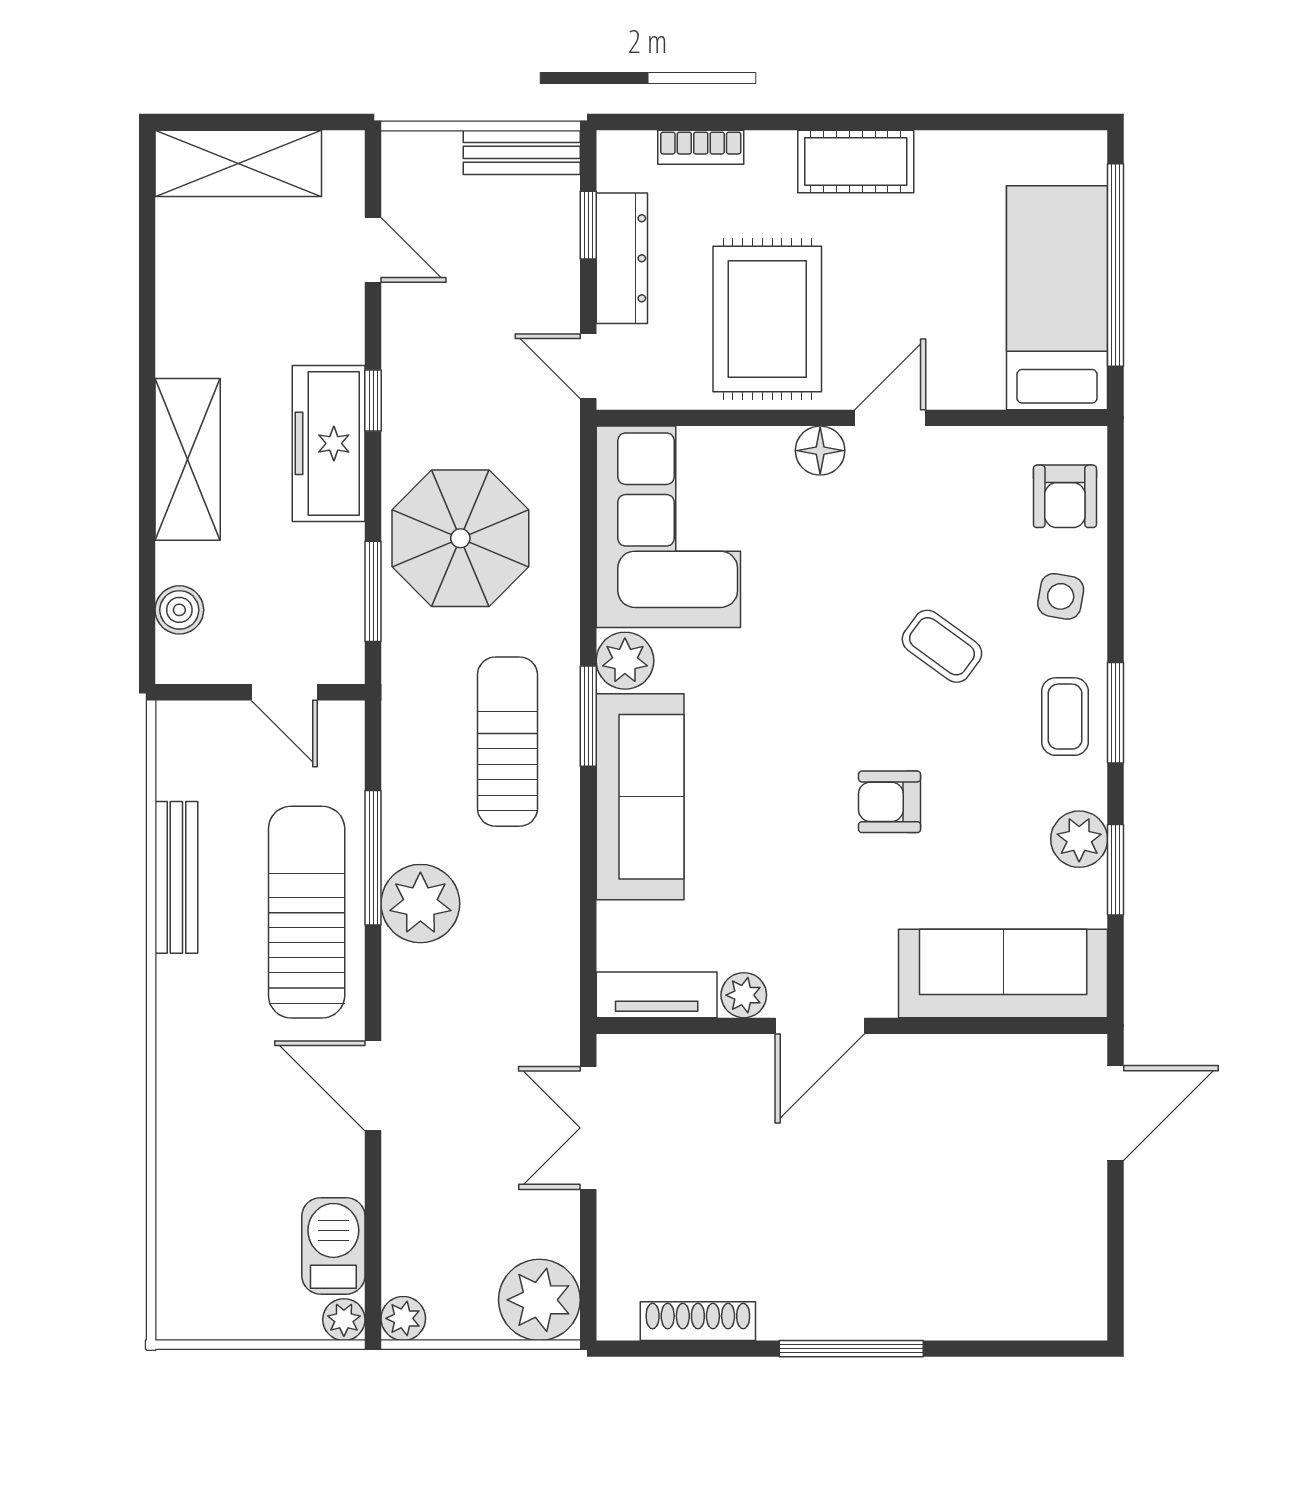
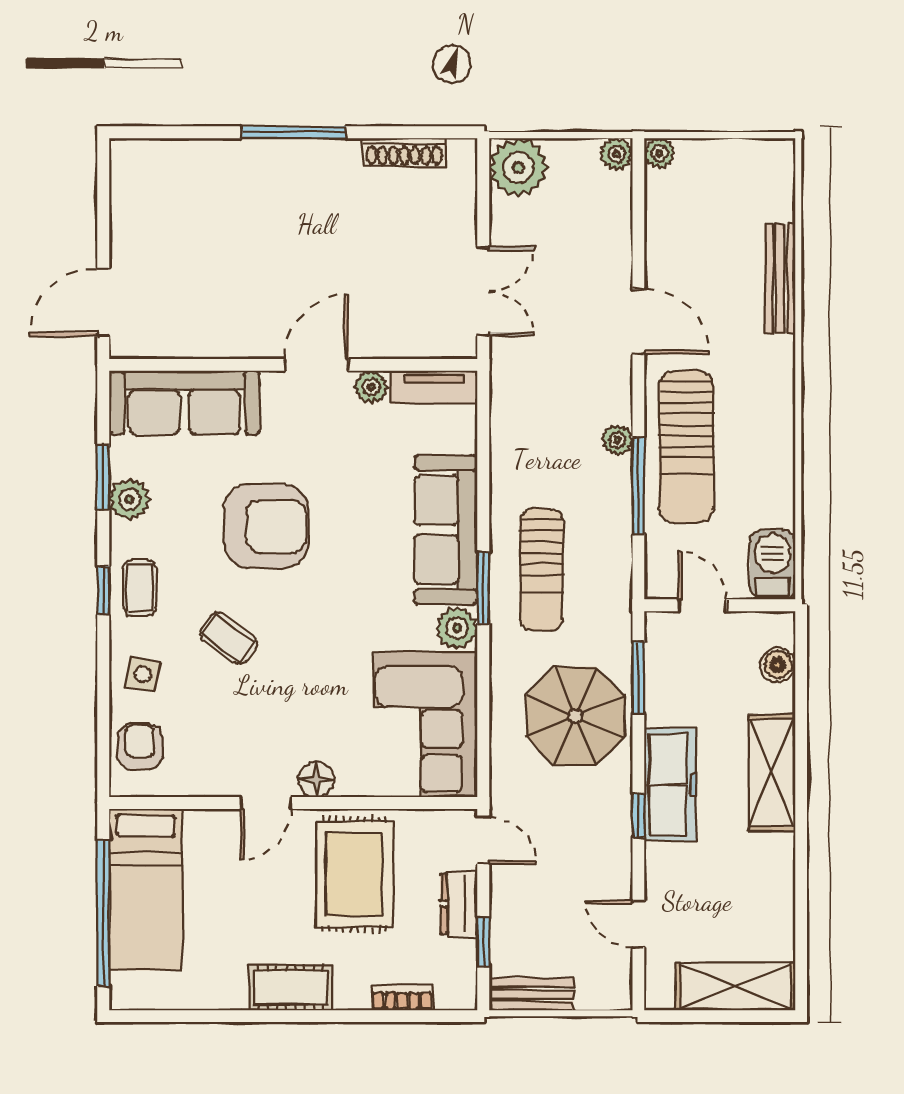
dresser: (622, 258) -> (459, 904), width x0.70
window: (1116, 713) -> (103, 590), width x0.67
armchair: (890, 802) -> (266, 526), width x1.88, depth x1.88
bench: (176, 877) -> (780, 279), moved
plant: (420, 904) -> (617, 440), width x0.53, depth x0.53
barbecue: (333, 1246) -> (773, 565), moved, turned 180

